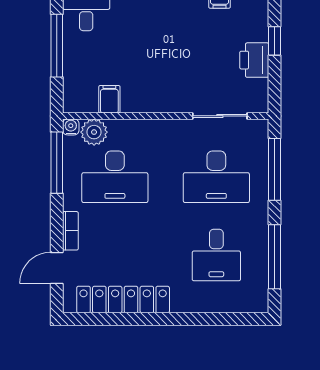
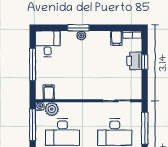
printer: (254, 60) -> (134, 61), moved
filing cabinet: (109, 99) -> (49, 92), moved

